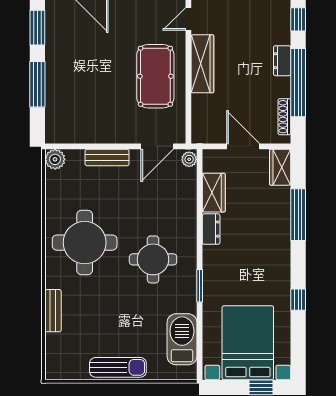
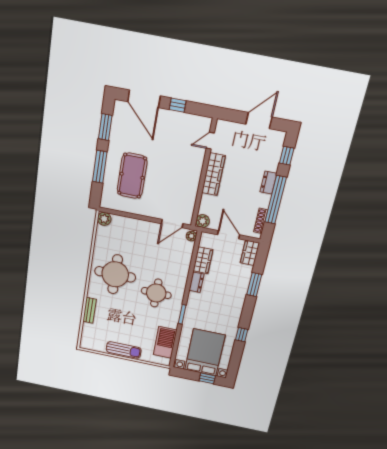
pool table: (155, 76) -> (132, 176), moved
plant: (201, 134) -> (203, 221), added
bench: (107, 158) -> (138, 224), removed
window: (298, 215) -> (254, 285), width x0.69

